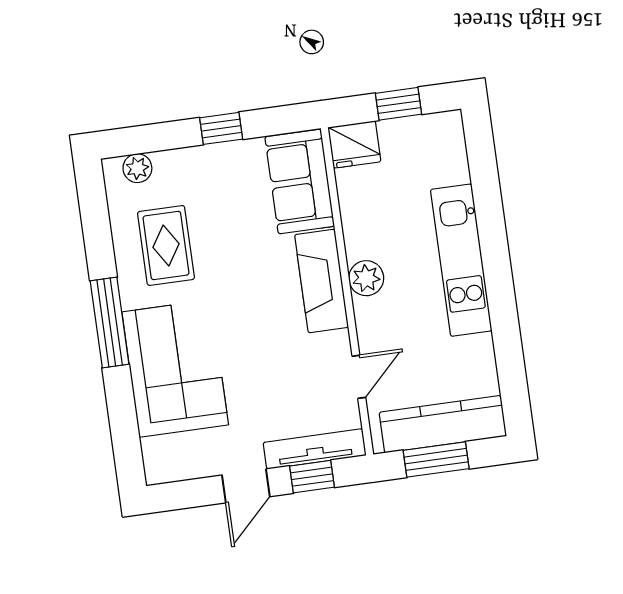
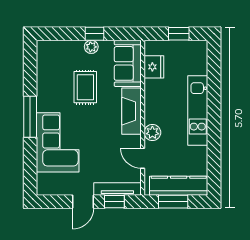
fridge: (354, 144) -> (154, 67), moved, turned -90
plant: (137, 168) -> (91, 47), moved
rug: (166, 246) -> (85, 87), moved
plant: (366, 278) -> (152, 133), moved
door: (359, 377) -> (143, 158), swing flipped

